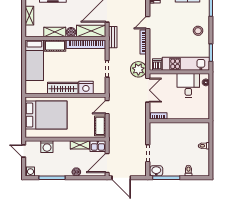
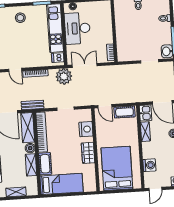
desk: (188, 85) -> (77, 28), width x1.37
wardrobe: (63, 88) -> (88, 153), width x0.67

